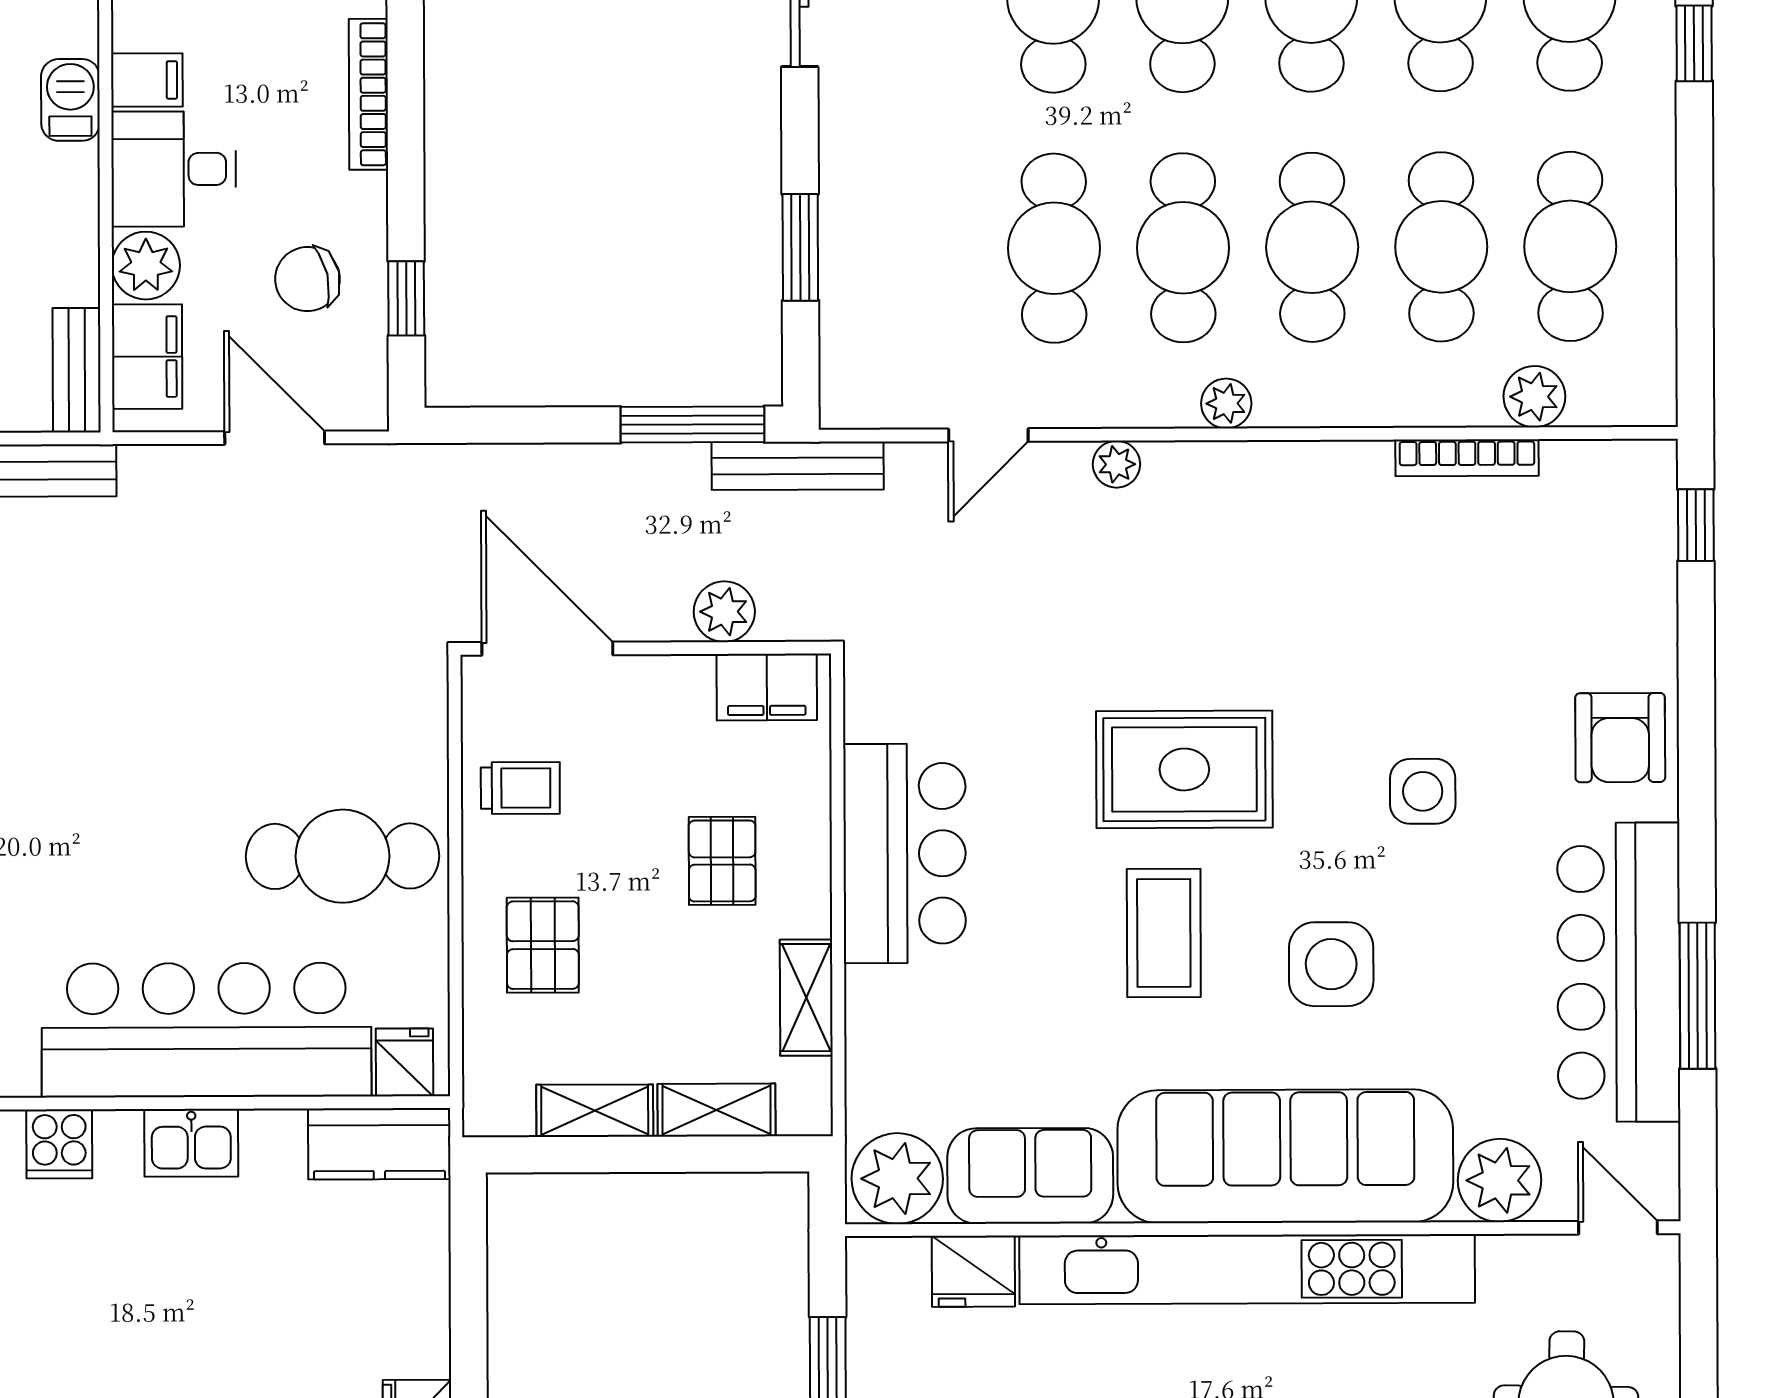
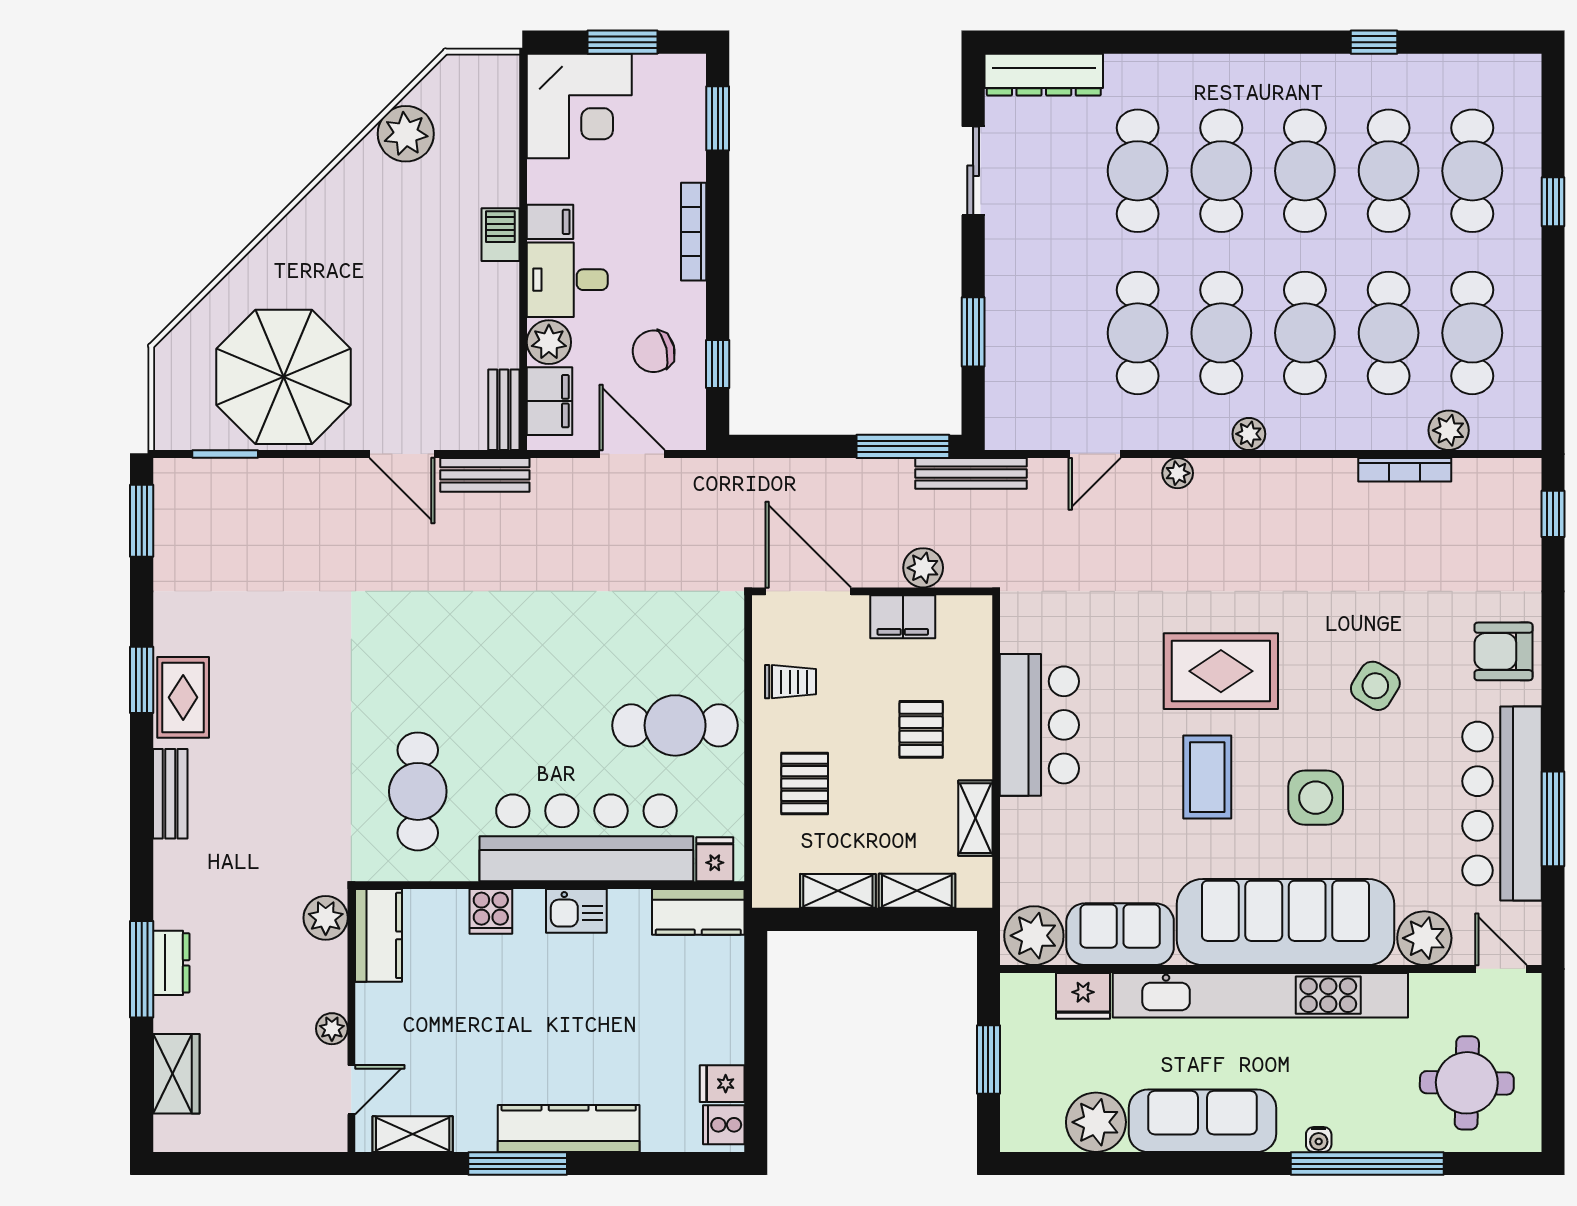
filing cabinet: (767, 687) -> (903, 617), moved
armchair: (1620, 738) -> (1503, 651), turned 90
side table: (1423, 791) -> (1375, 686), turned 32

